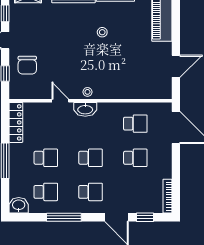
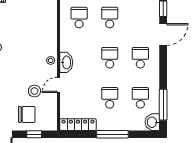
stool: (53, 74) -> (34, 91), added
window: (64, 217) -> (163, 105), moved

